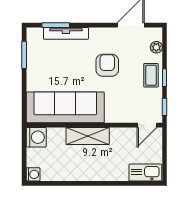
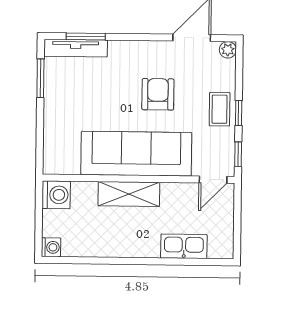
tv unit: (66, 33) -> (76, 48), moved
plant: (156, 47) -> (228, 50), moved
sofa: (65, 107) -> (136, 154), moved
kitchen sink: (145, 173) -> (184, 246), moved

